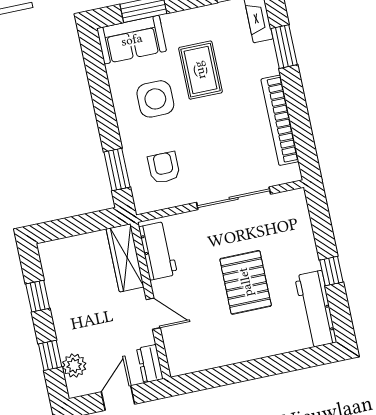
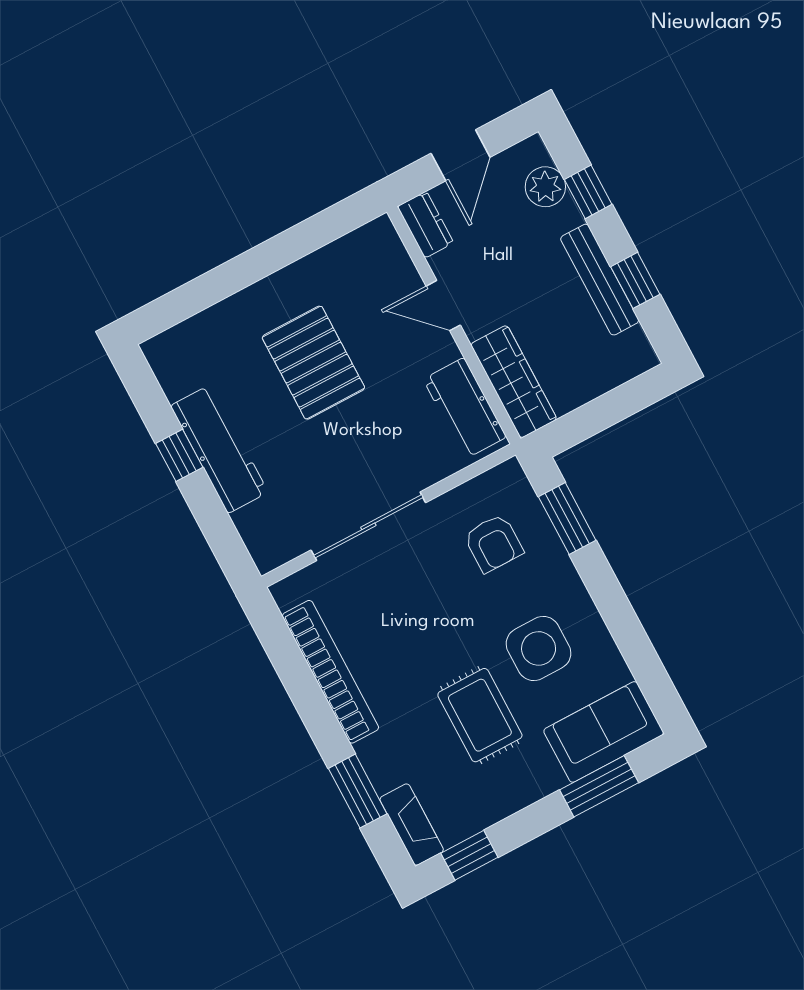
pallet: (246, 282) -> (313, 363), moved
bench: (58, 303) -> (600, 280), added
workbench: (316, 309) -> (219, 449), moved

